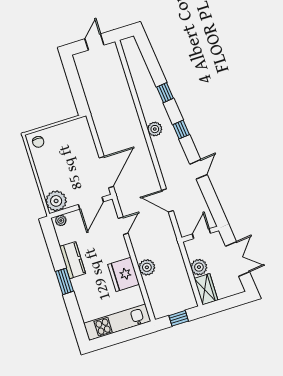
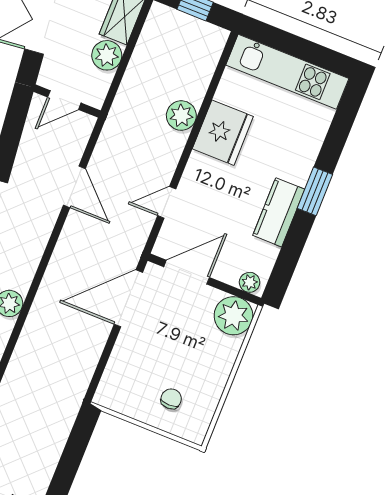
chair: (38, 142) -> (171, 399), moved

